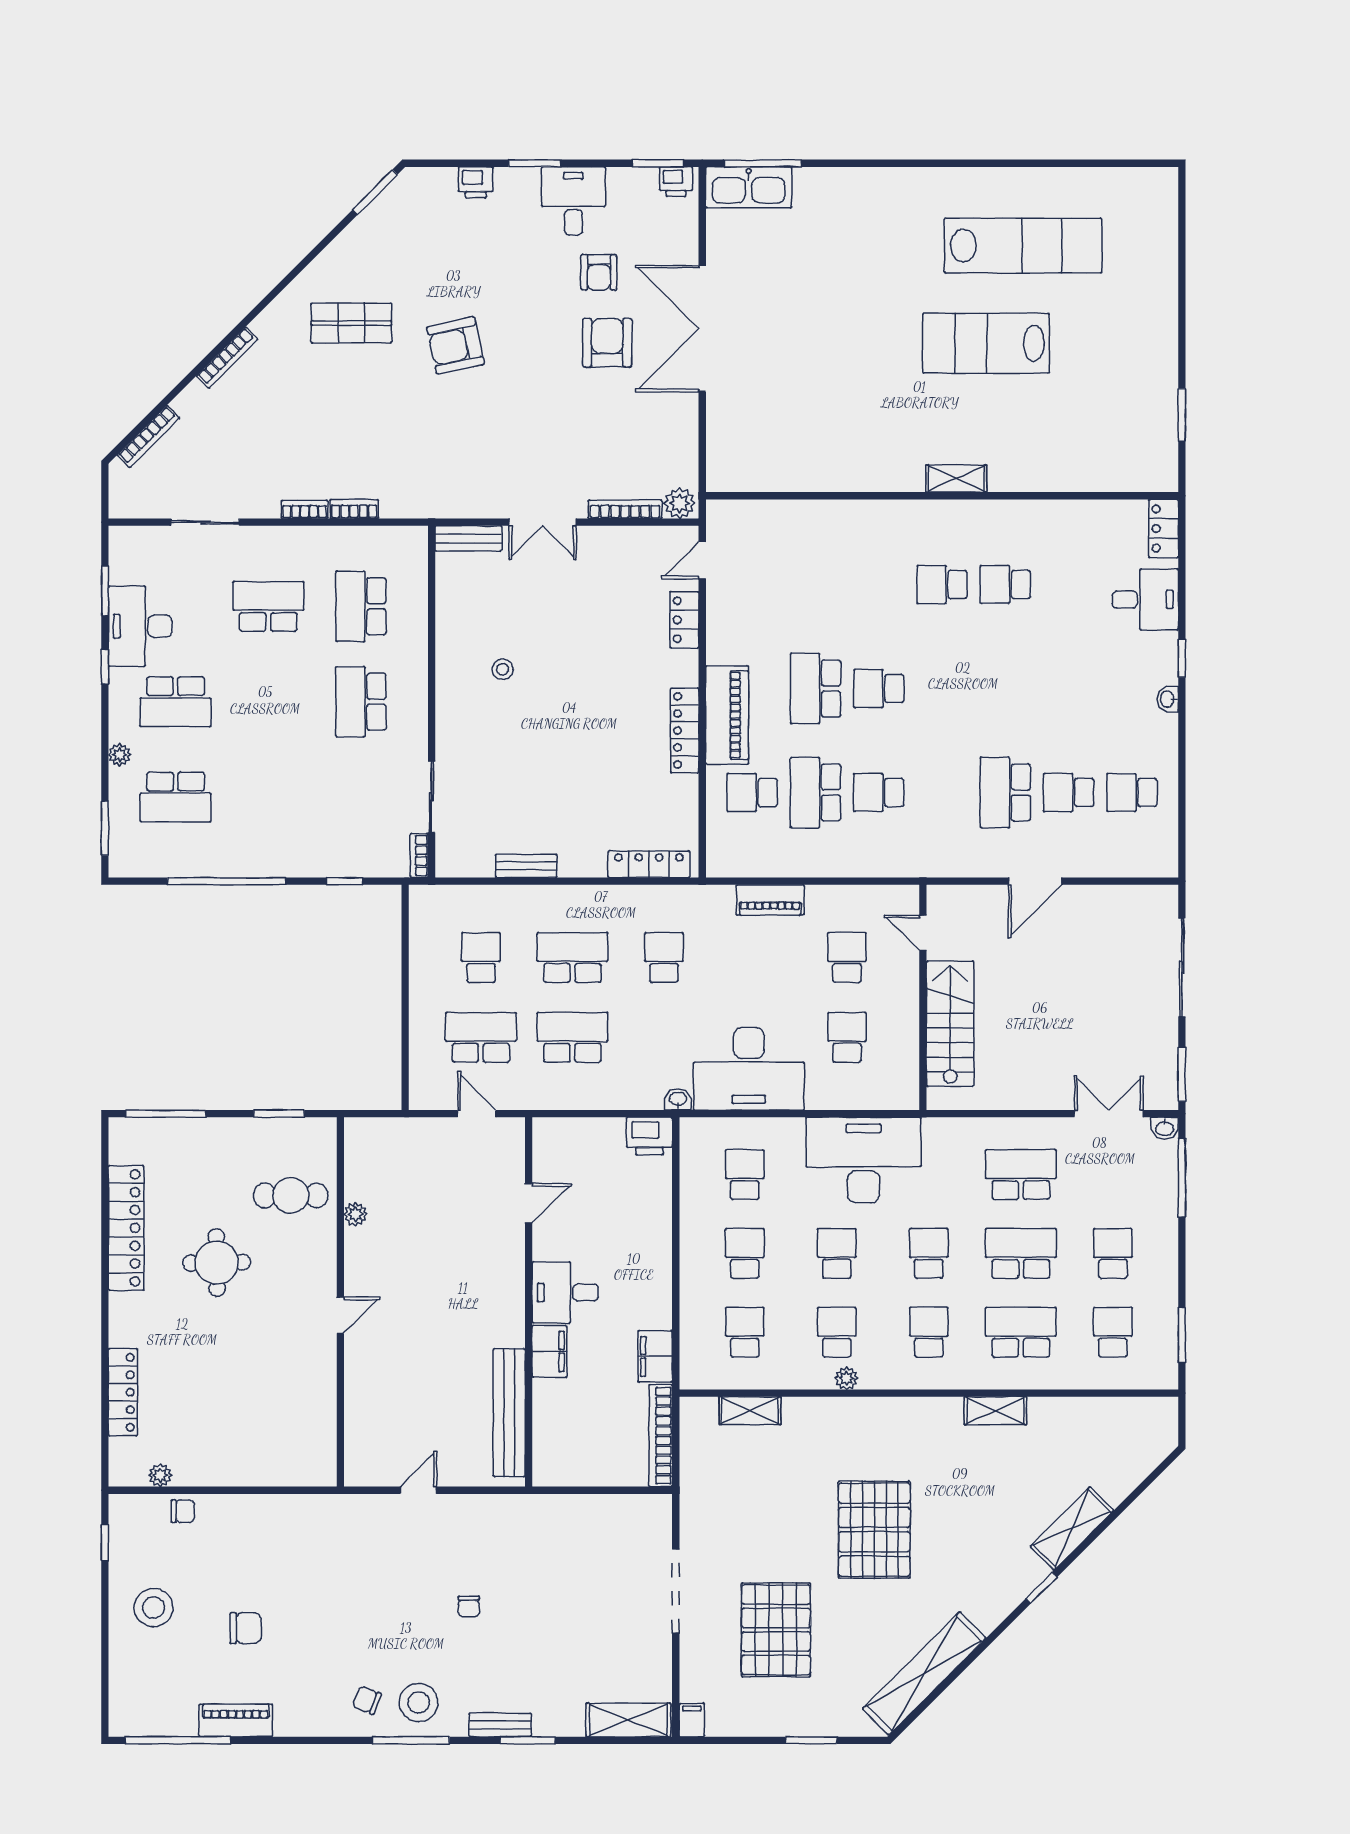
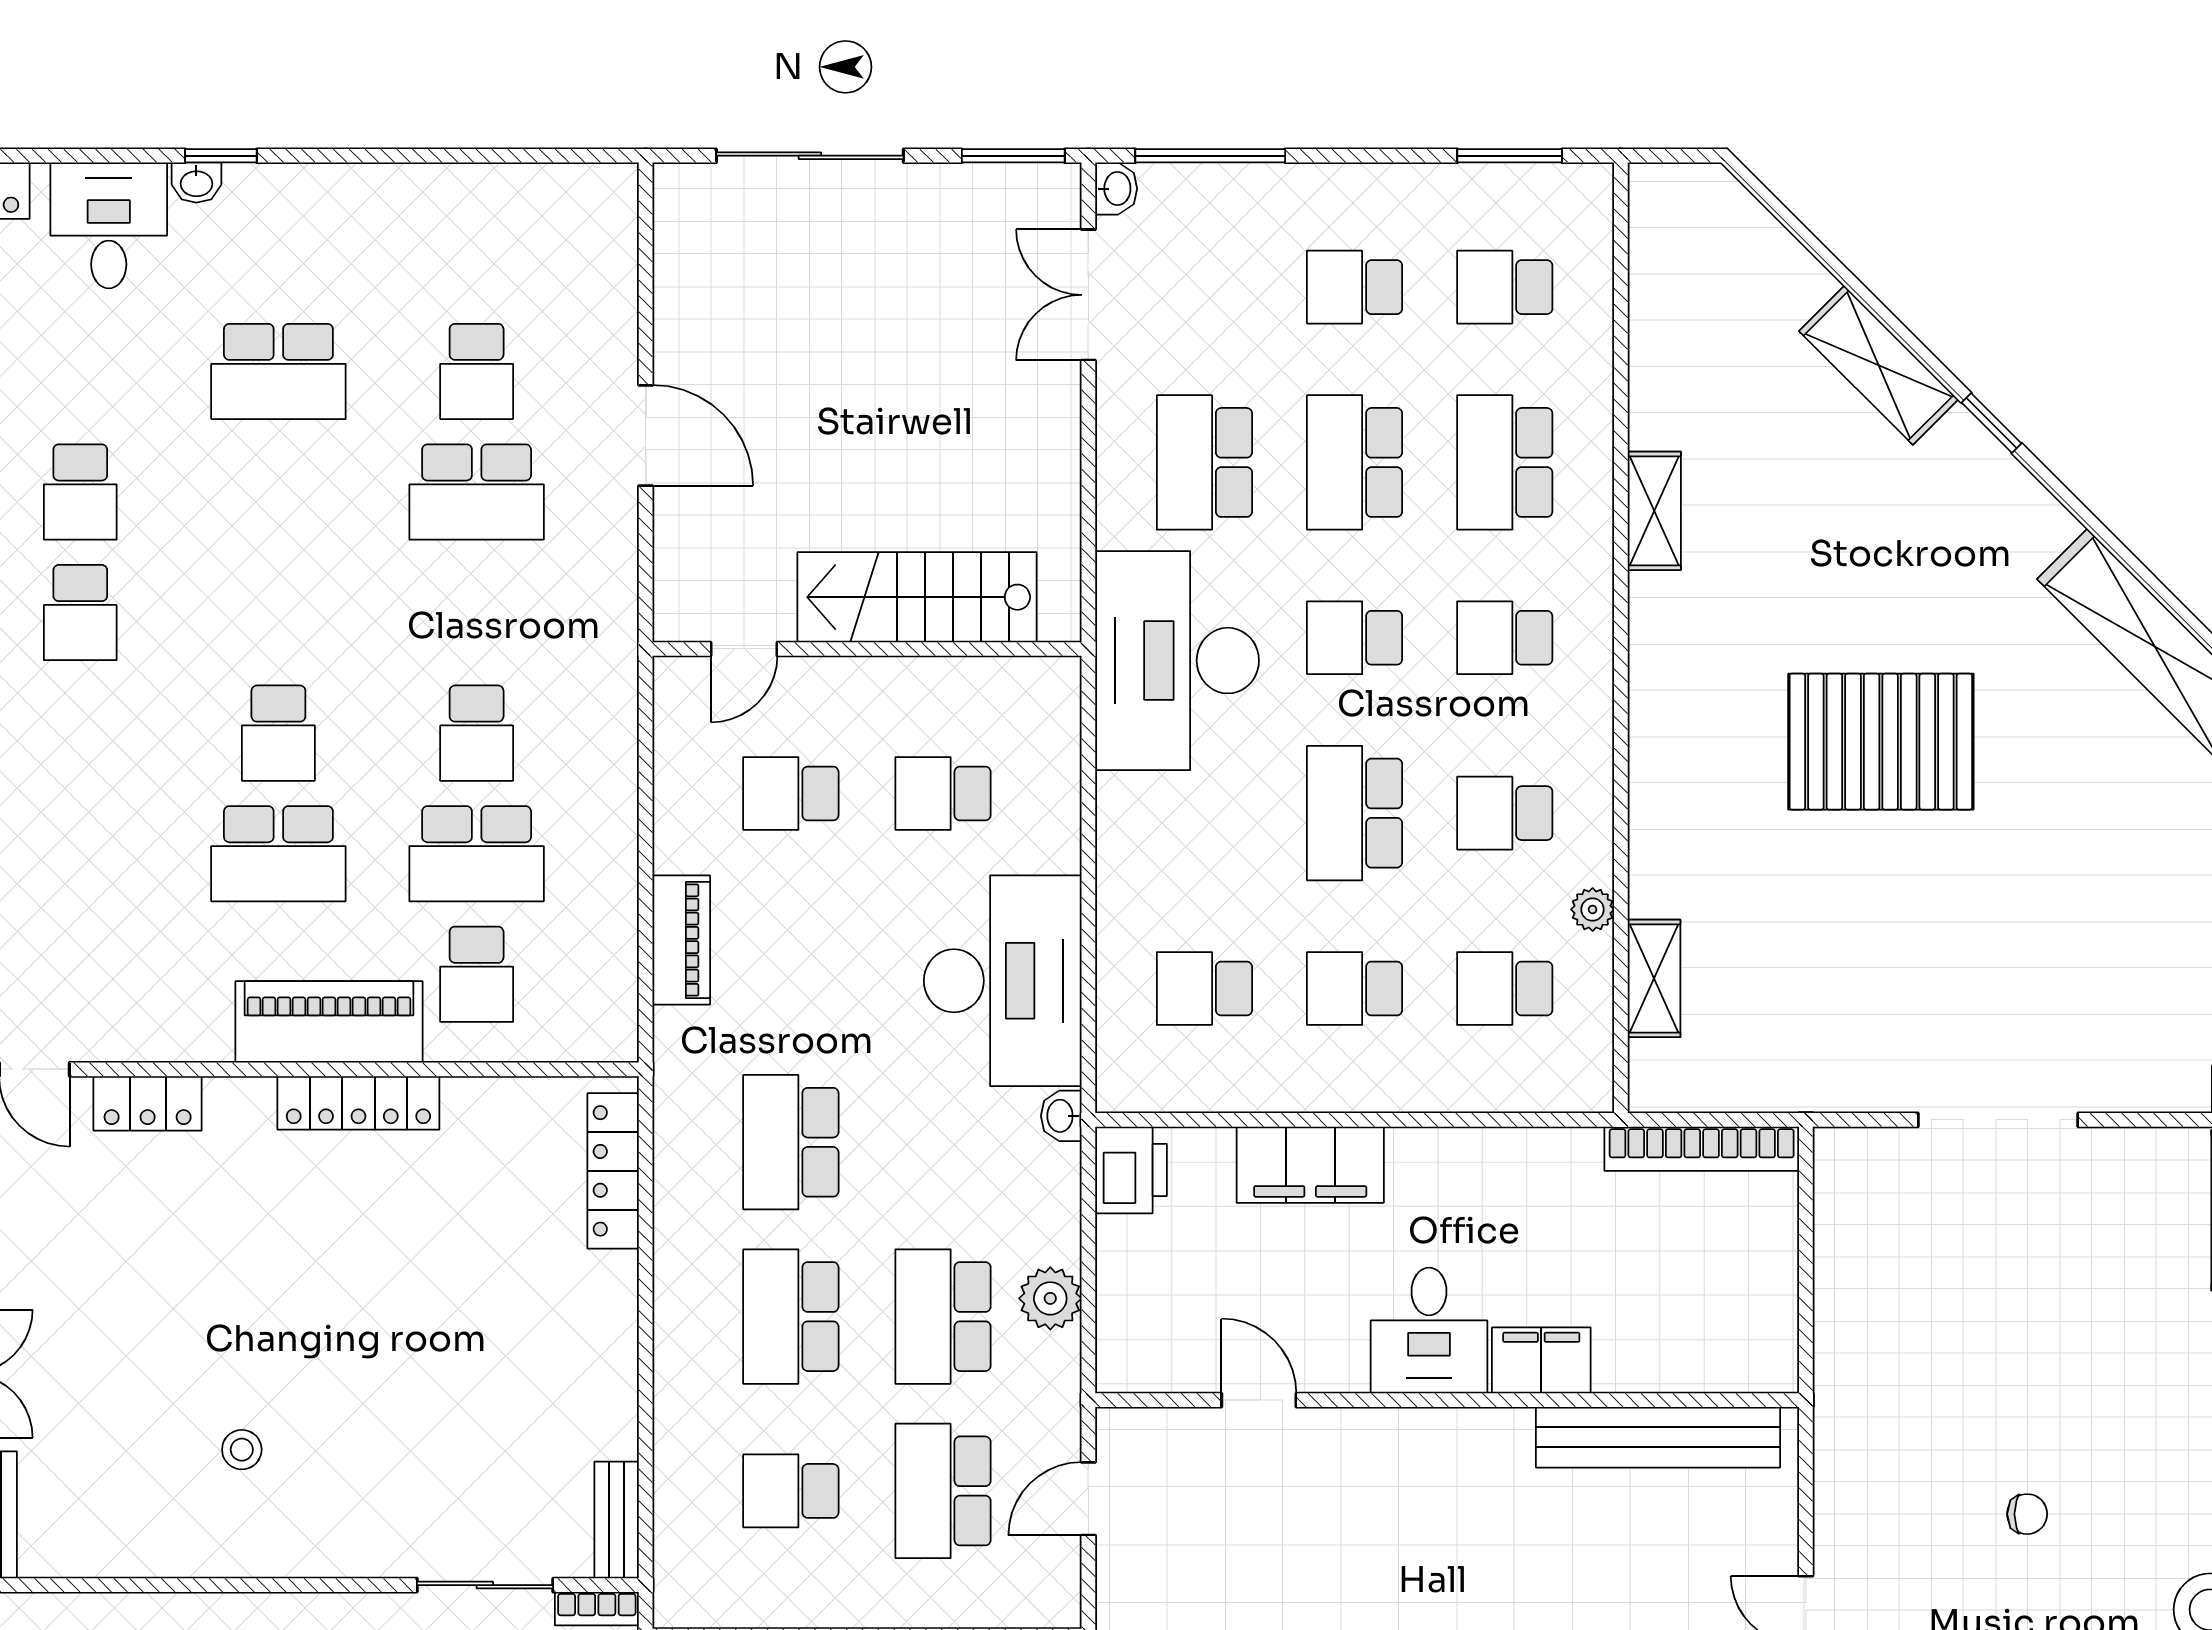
washbasin: (1168, 699) -> (196, 183), moved
school desk: (1132, 792) -> (278, 371), moved, width x1.85
bench: (526, 866) -> (617, 1520), moved
school desk: (664, 957) -> (791, 1142), width x1.85
plant: (582, 1094) -> (1050, 1298), added
desk: (864, 1160) -> (1177, 661), moved
school desk: (837, 1253) -> (1355, 813), width x1.85
filing cabinet: (655, 1356) -> (1310, 1165), moved, width x1.50, depth x1.17
plant: (847, 1378) -> (1593, 909), moved
pallet: (776, 1630) -> (2072, 929), removed

